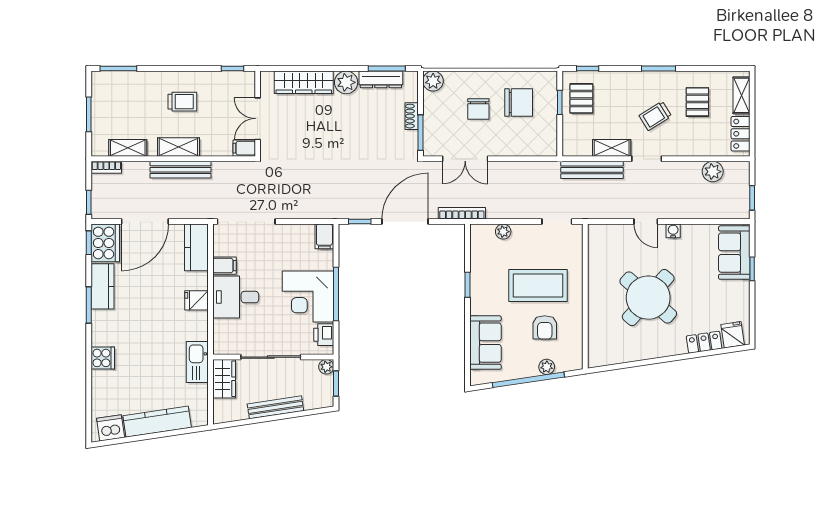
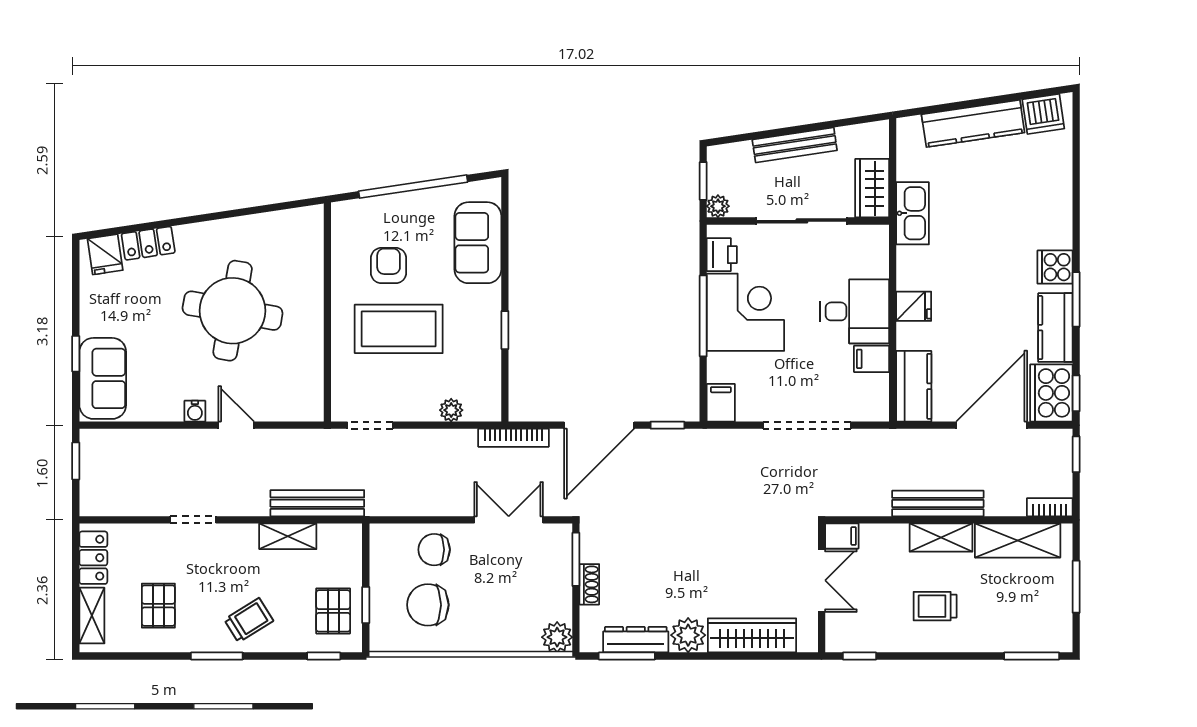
chair: (478, 109) -> (434, 550), moved, turned -90
trolley: (655, 116) -> (249, 620), moved
shelving: (128, 148) -> (1018, 541), width x1.50, depth x1.33
doorway: (647, 159) -> (193, 520), moved
plant: (713, 172) -> (135, 501), removed
doorway: (246, 222) -> (807, 425), moved
round table: (648, 298) -> (233, 311), turned -31
cooker: (103, 358) -> (1055, 267), moved
plant: (547, 367) -> (386, 206), removed

